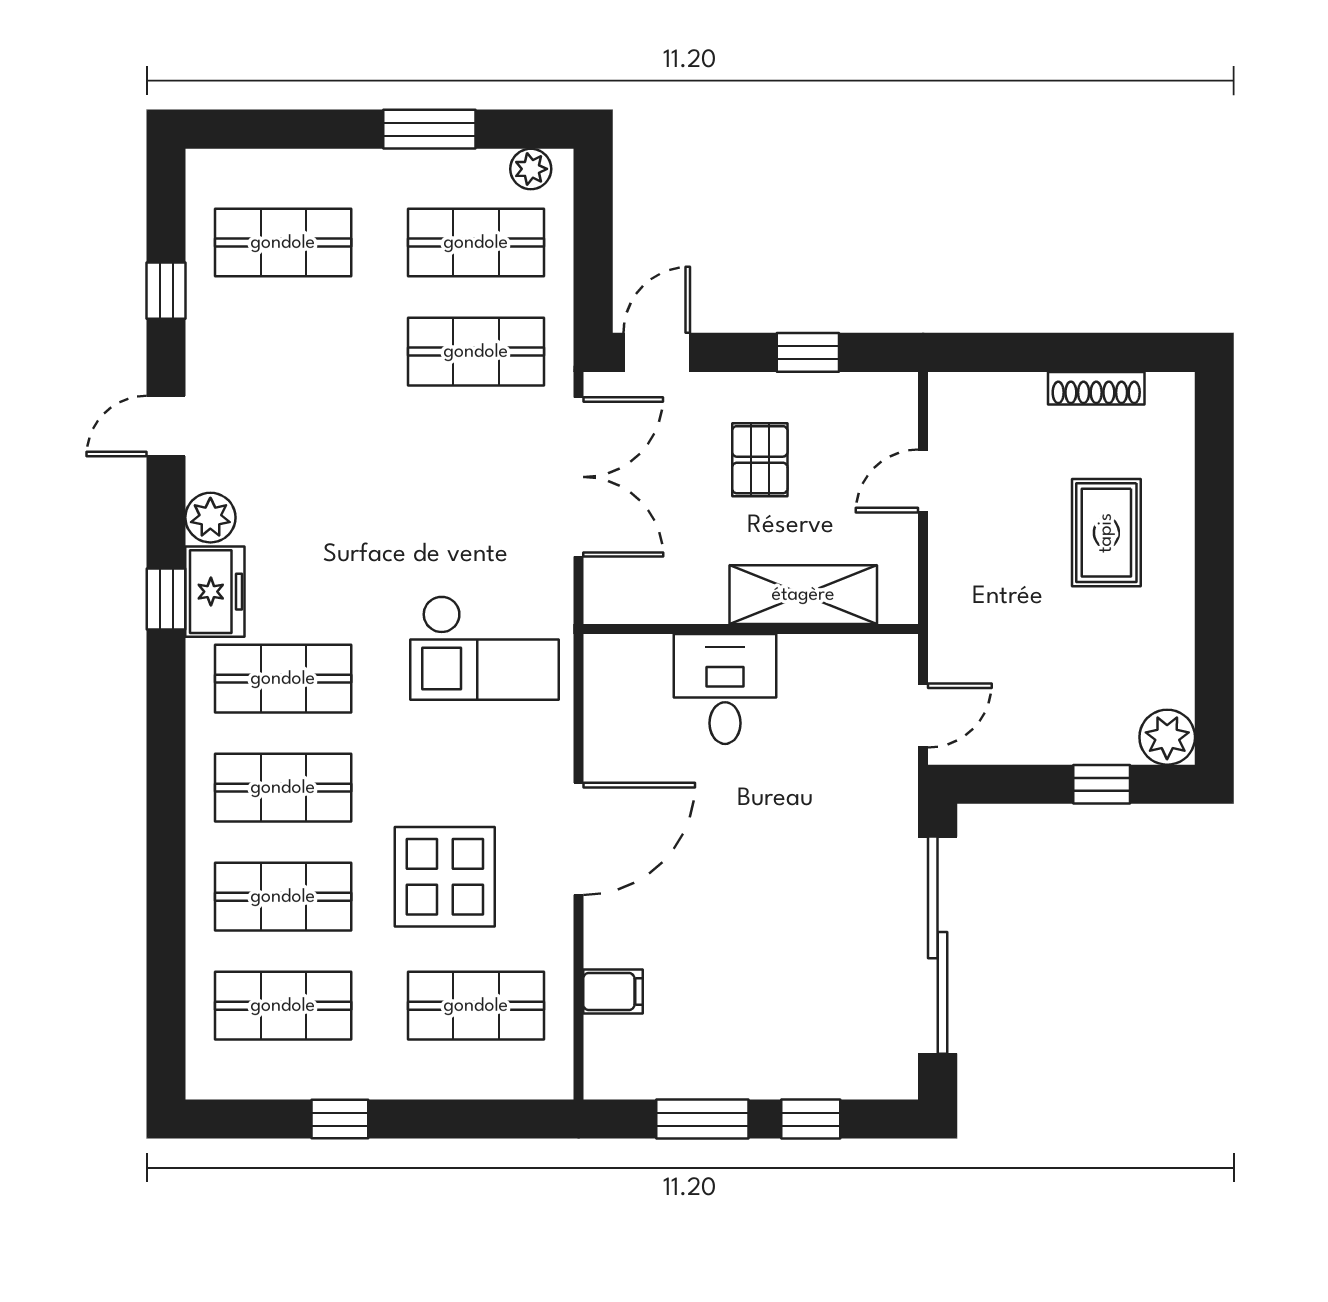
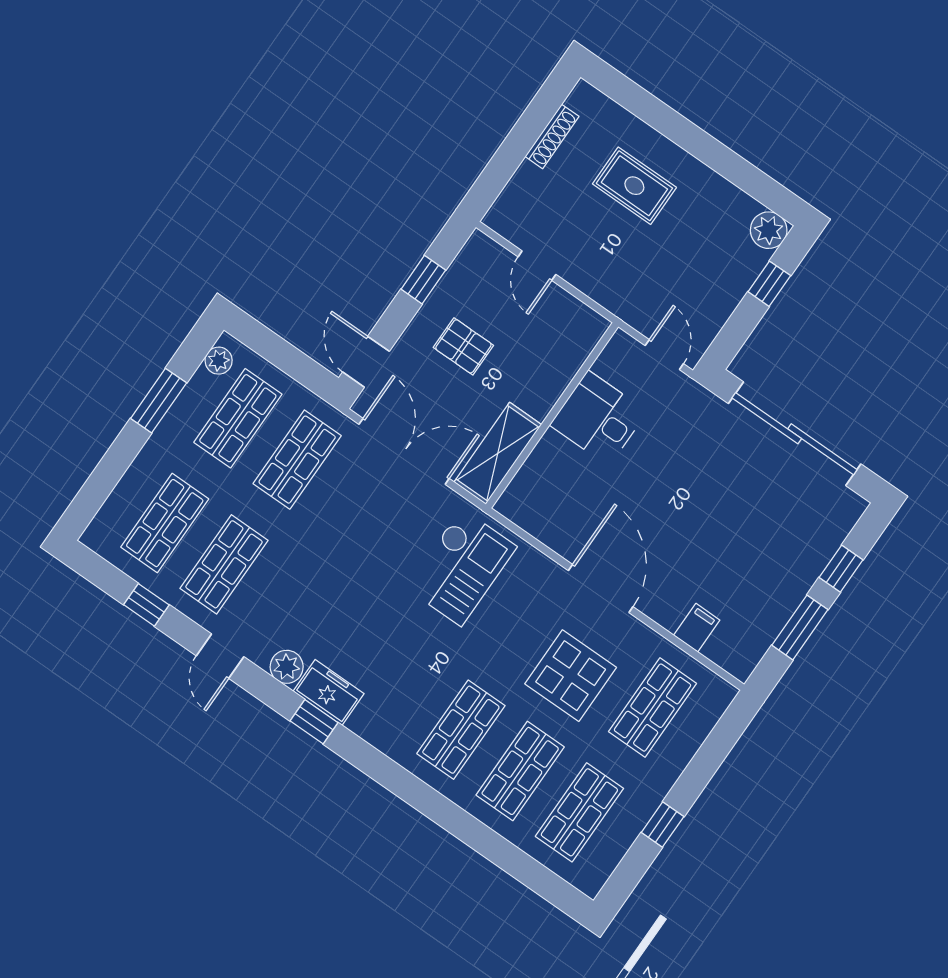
shelving: (803, 595) -> (498, 453), moved
shop shelf: (283, 679) -> (224, 564), moved
desk: (725, 689) -> (598, 418), moved

